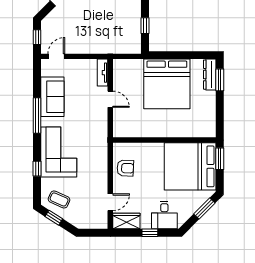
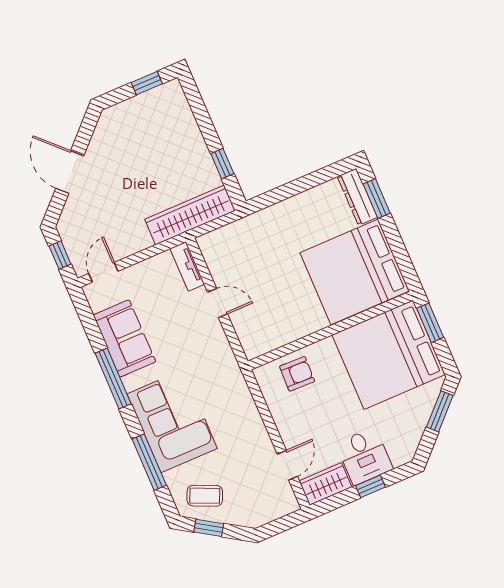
wardrobe: (116, 46) -> (190, 215), added
bed: (167, 84) -> (355, 272), moved, turned 90
armchair: (125, 168) -> (297, 374), moved
window: (37, 169) -> (149, 462), width x2.17
desk: (164, 215) -> (364, 456), moved

